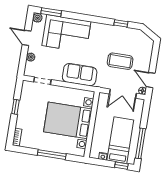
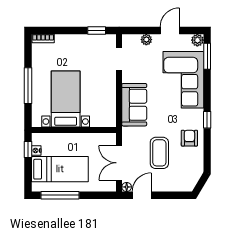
window: (121, 23) -> (207, 120), moved
armchair: (112, 36) -> (189, 138), added
window: (16, 107) -> (97, 30), moved
bed with nightstands: (68, 120) -> (66, 99), width x0.73
window: (121, 166) -> (28, 150), moved

